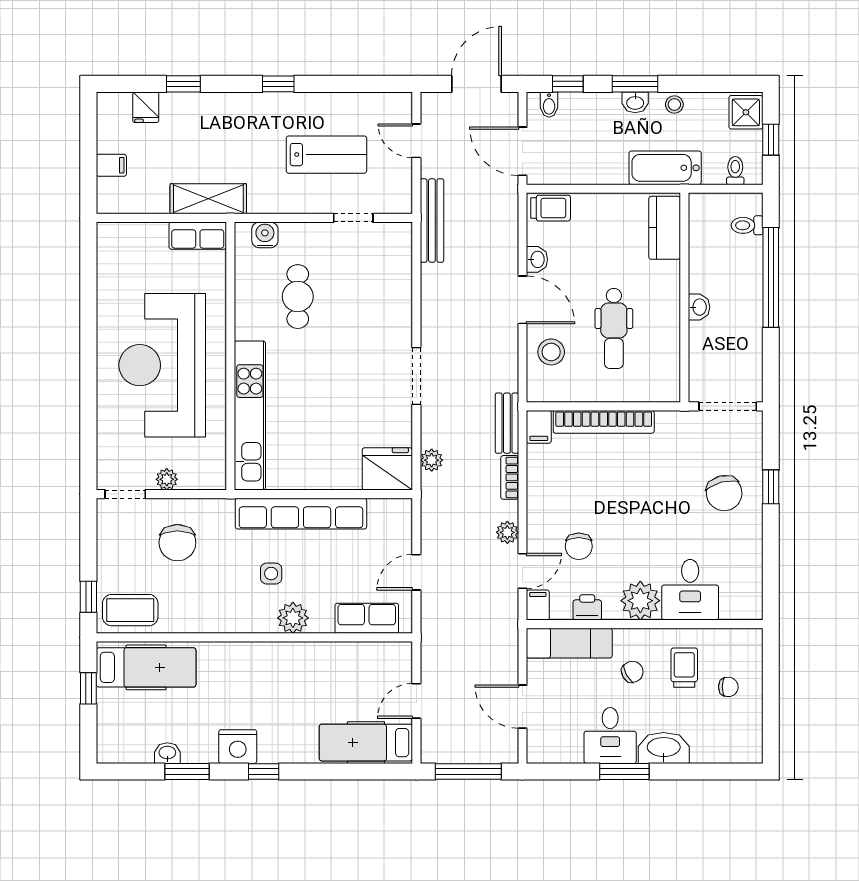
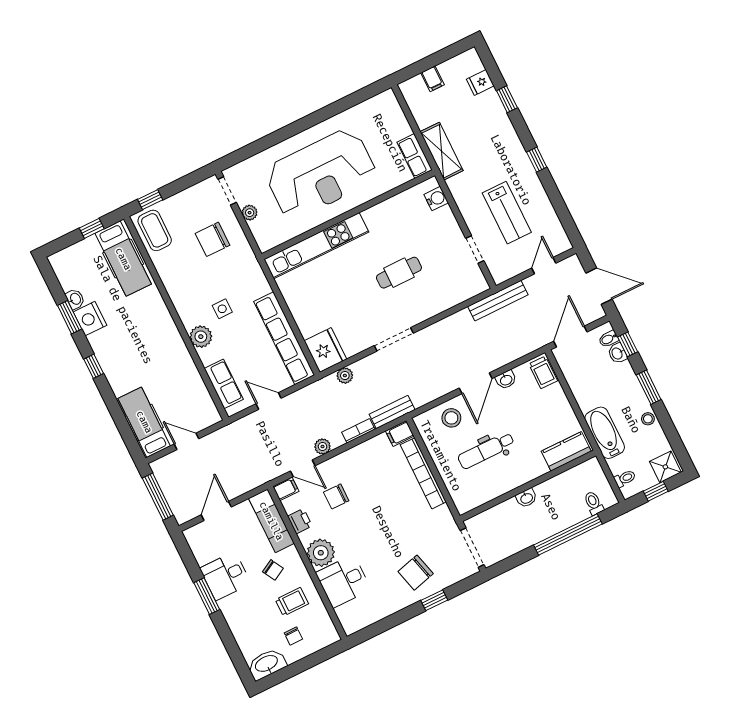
washbasin: (635, 102) -> (617, 353), moved
cafe table: (298, 297) -> (399, 273), moved
reception desk: (162, 365) -> (321, 174), turned 180
row of seats: (301, 514) -> (284, 338), moved
nightstand: (238, 747) -> (90, 319), moved
washbasin: (664, 748) -> (267, 664), moved, turned -90

